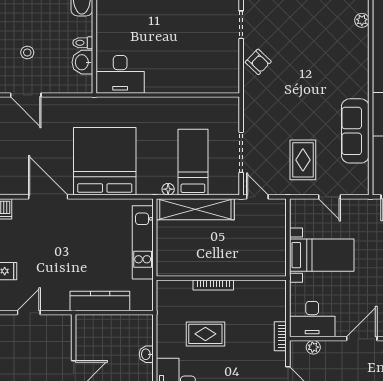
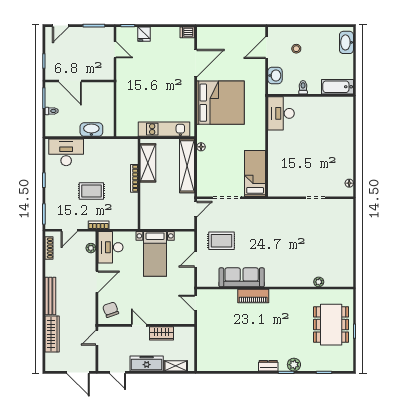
washbasin: (82, 62) -> (275, 75), moved, turned 90
armchair: (258, 62) -> (290, 210), removed
bed: (193, 162) -> (255, 174), moved, turned -90
shelving: (191, 265) -> (148, 163), added
kitchen counter: (100, 301) -> (123, 99), removed
rug: (205, 334) -> (91, 191), moved, turned 90
door: (362, 339) -> (97, 282), hinge flipped
washbasin: (146, 354) -> (91, 129), width x1.91, depth x1.45

